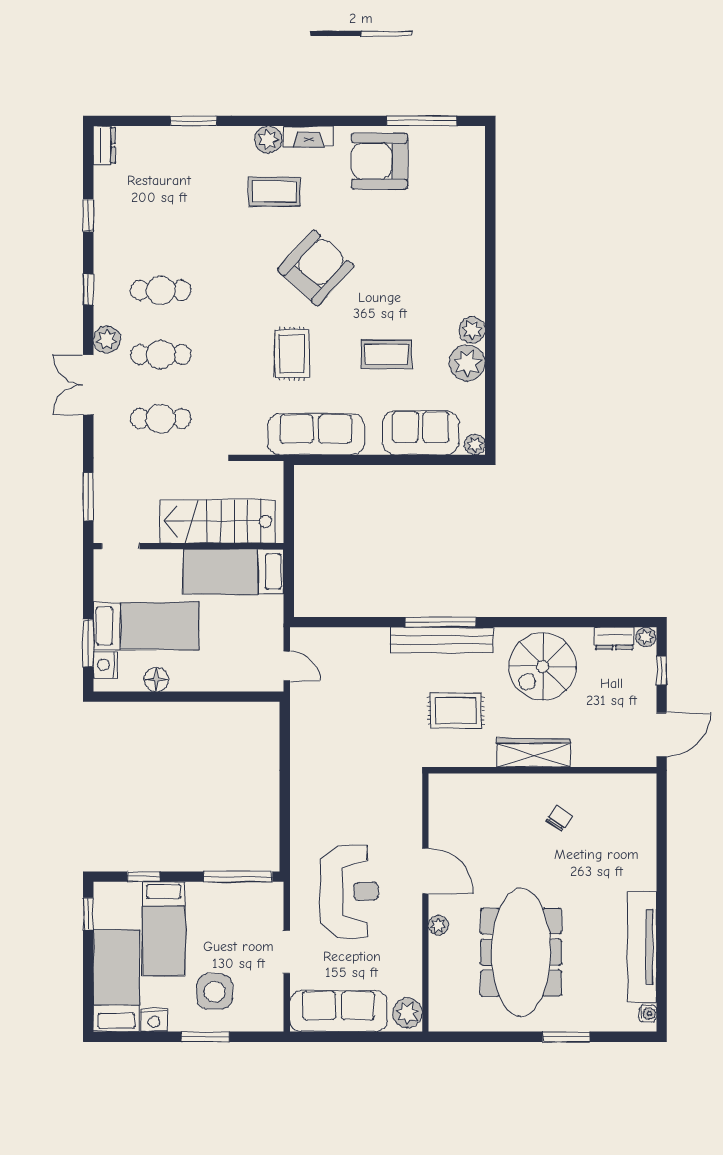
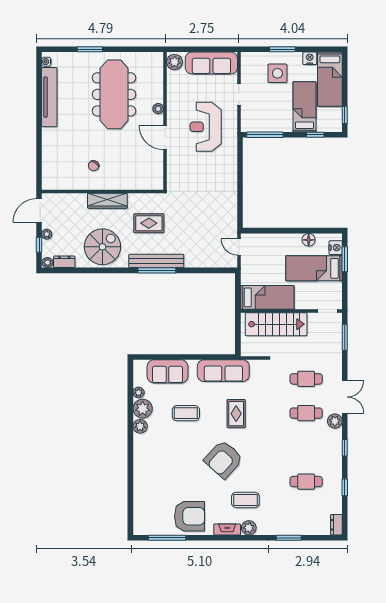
cafe table: (161, 290) -> (306, 482), moved
plant: (475, 445) -> (139, 392), moved
plant: (647, 690) -> (47, 234), added

